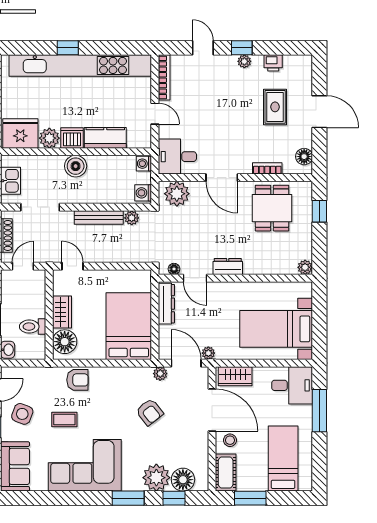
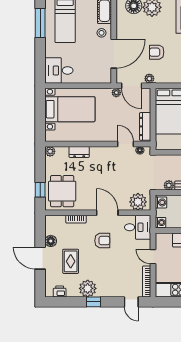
door: (203, 48) -> (131, 302), moved
plant: (244, 61) -> (88, 288), width x1.87, depth x1.87
printer: (273, 63) -> (60, 291), moved
armchair: (229, 137) -> (102, 241), added
floor lamp: (304, 157) -> (51, 241), moved
dining table: (272, 208) -> (62, 191), moved
dresser: (228, 267) -> (79, 152), moved
wardrobe: (235, 376) -> (98, 77), removed
door: (212, 410) -> (114, 54), swing flipped
window: (319, 411) -> (40, 23), moved
armchair: (150, 412) -> (157, 52), turned -52

